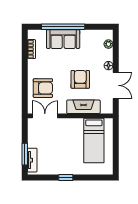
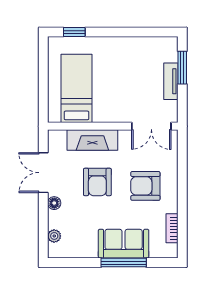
window: (63, 27) -> (124, 263), width x0.68
armchair: (43, 88) -> (145, 186), moved
tv unit: (32, 160) -> (171, 81), moved
window: (66, 177) -> (74, 32), moved

